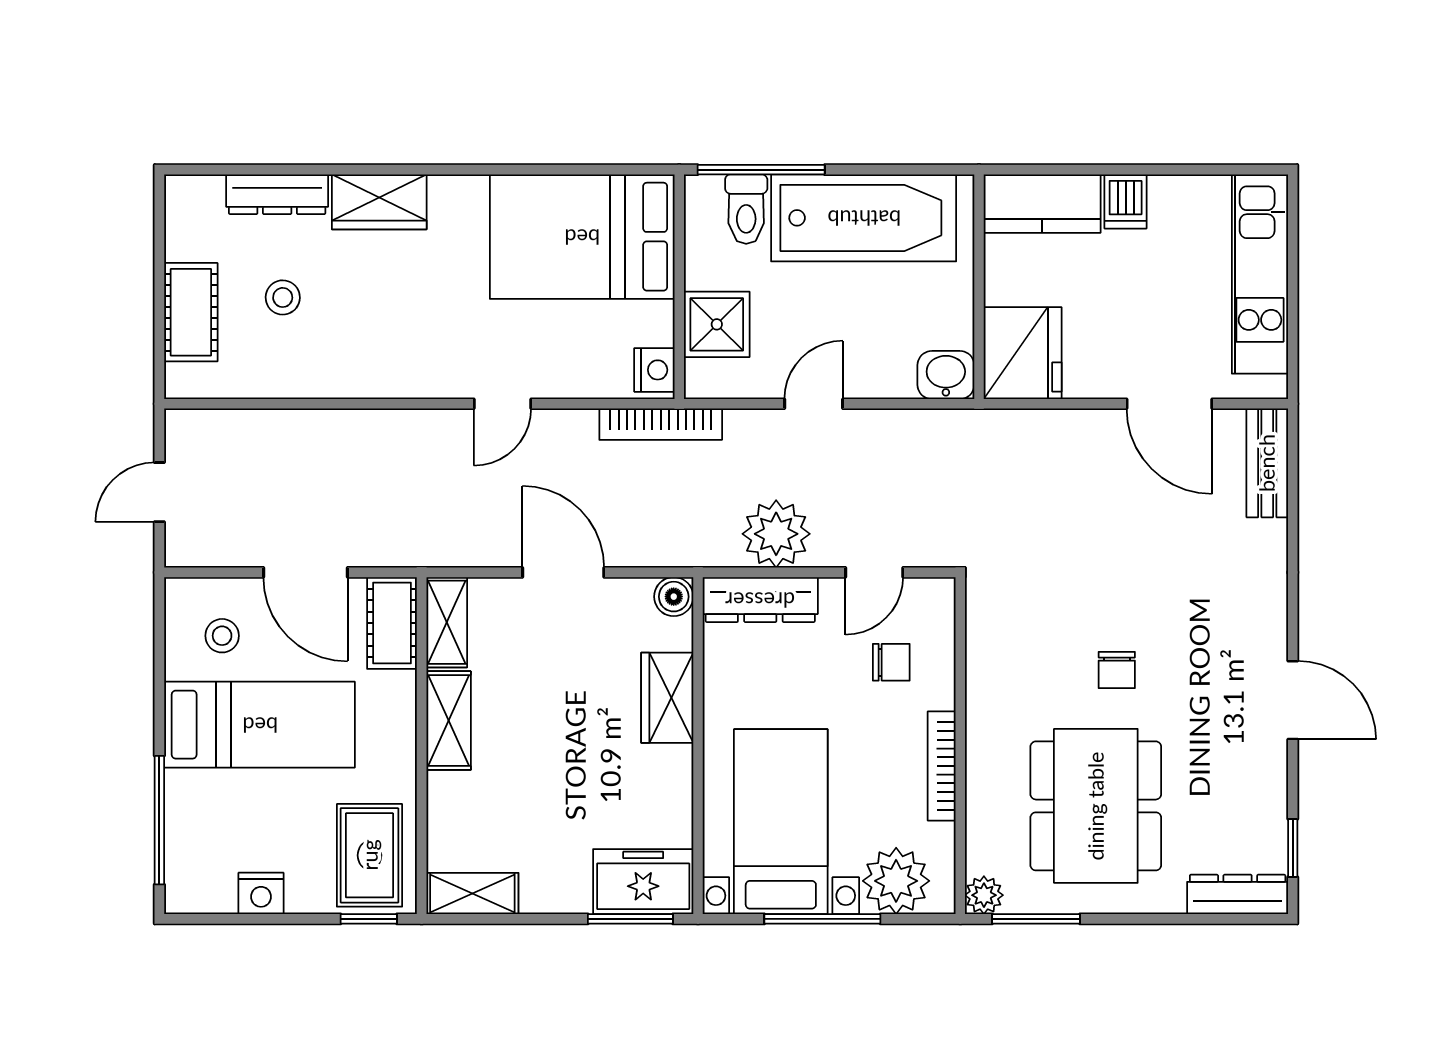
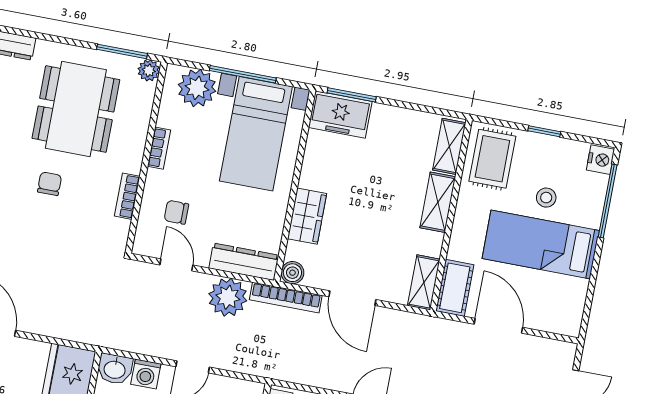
washing machine: (891, 377) -> (146, 374), added
bookcase: (661, 424) -> (286, 298), moved, turned 180
door: (874, 572) -> (176, 265), hinge flipped
stool: (222, 636) -> (546, 198), moved
bookcase: (980, 674) -> (127, 196), added
shelving: (449, 721) -> (438, 202), moved
bookcase: (942, 766) -> (159, 148), width x0.64
nightstand: (261, 893) -> (600, 160), moved, turned 90
shelving: (472, 894) -> (449, 146), moved, turned 90
window: (369, 919) -> (544, 131), moved

